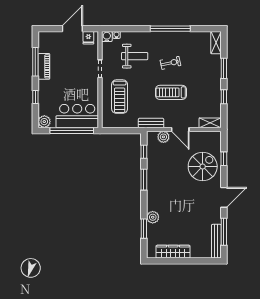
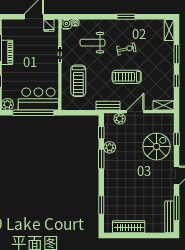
window: (170, 29) -> (126, 17), width x0.47
weight bench: (135, 56) -> (93, 43), turned 180
door: (180, 129) -> (135, 112), swing flipped
plant: (153, 217) -> (110, 147), moved

